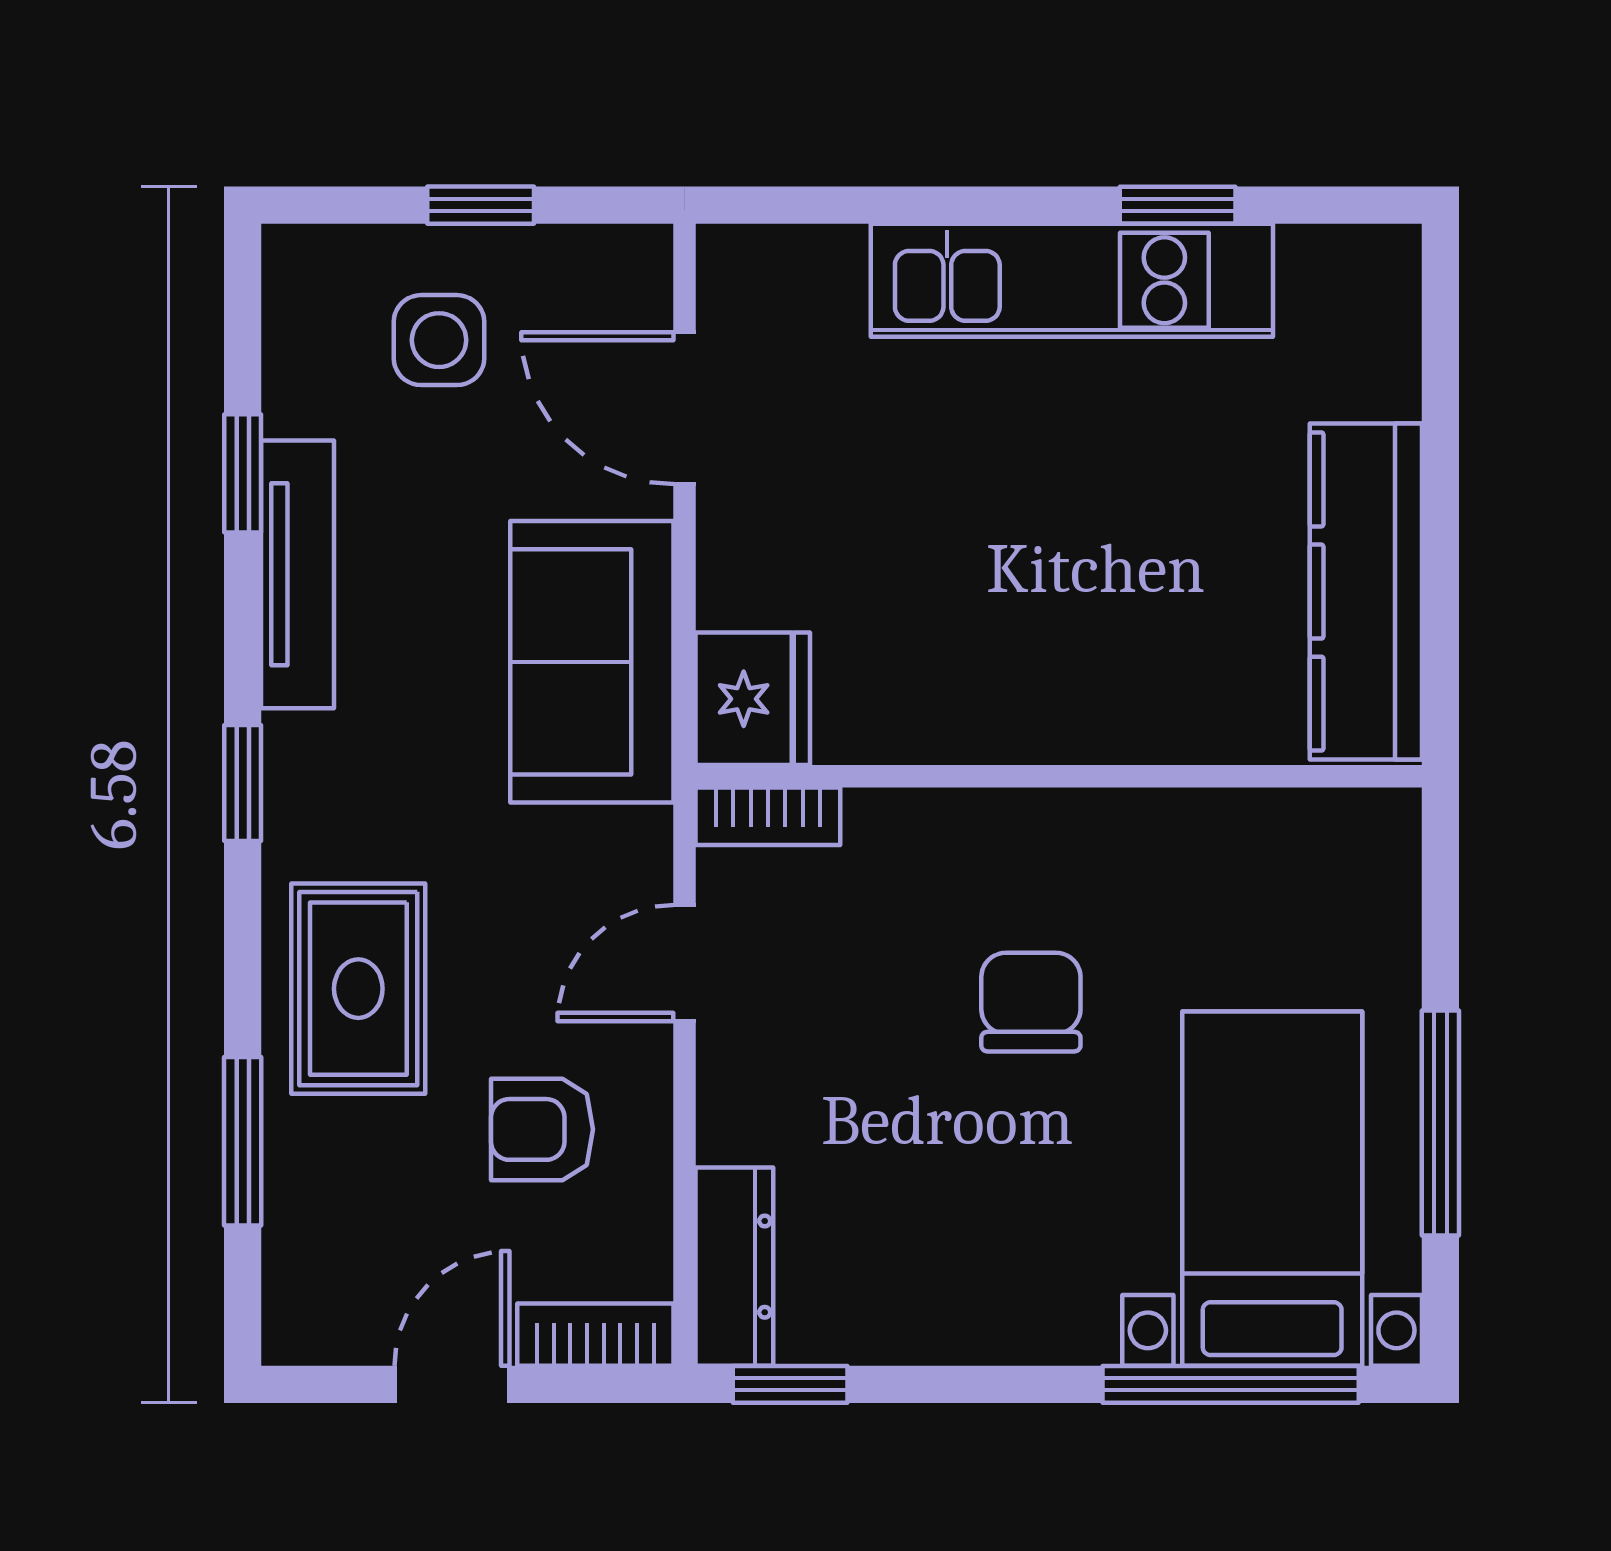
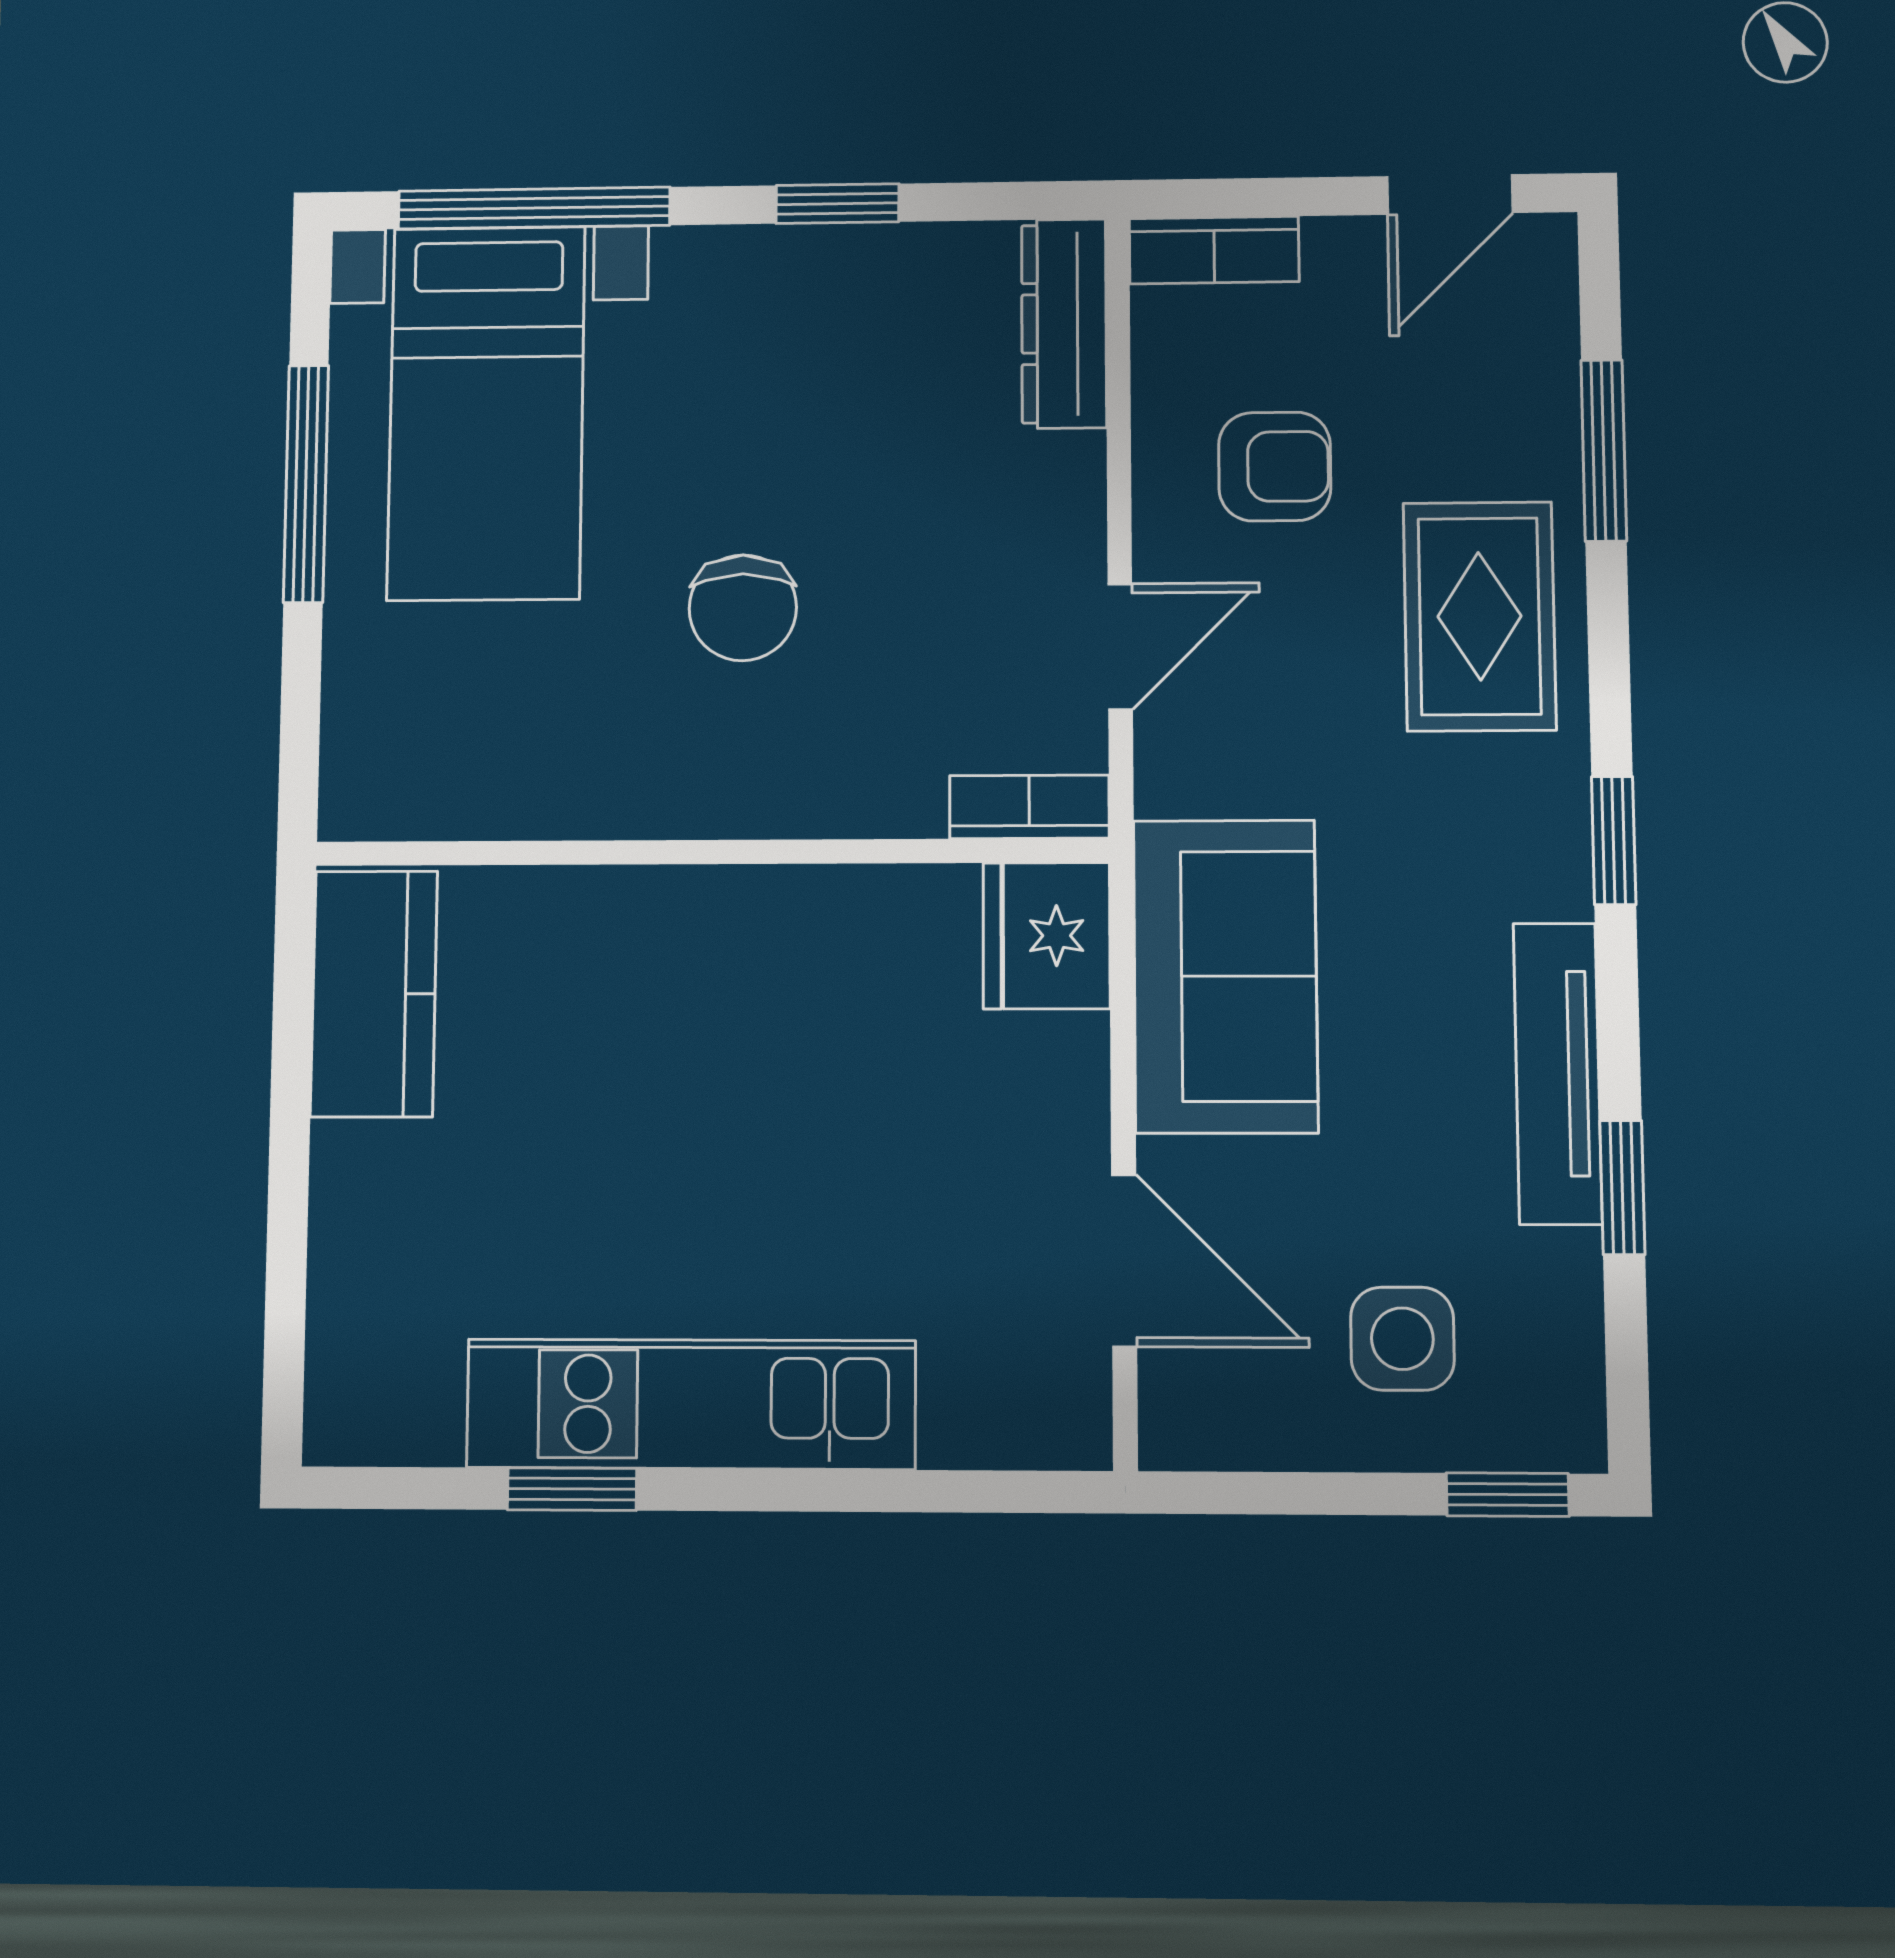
window: (481, 205) -> (1508, 1495), moved
kitchen counter: (1366, 592) -> (374, 994), width x0.67
door: (452, 1384) -> (1450, 195), moved
window: (790, 1384) -> (837, 204), moved

